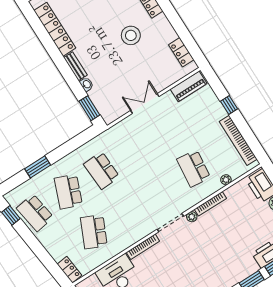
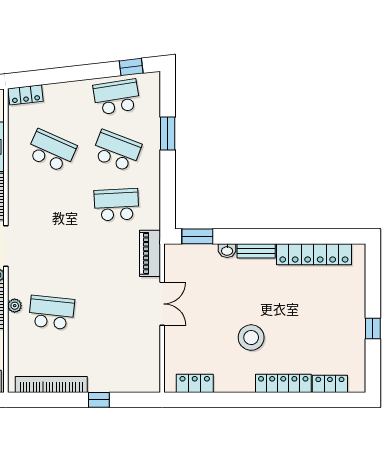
piano: (189, 86) -> (150, 253), moved
plant: (226, 180) -> (15, 306), moved

